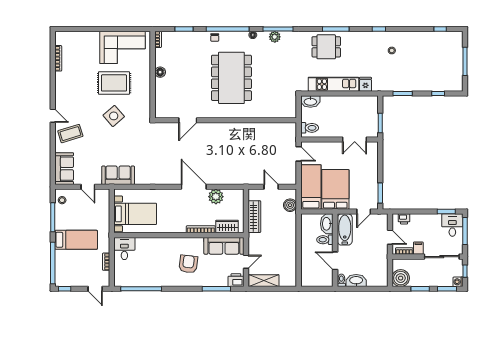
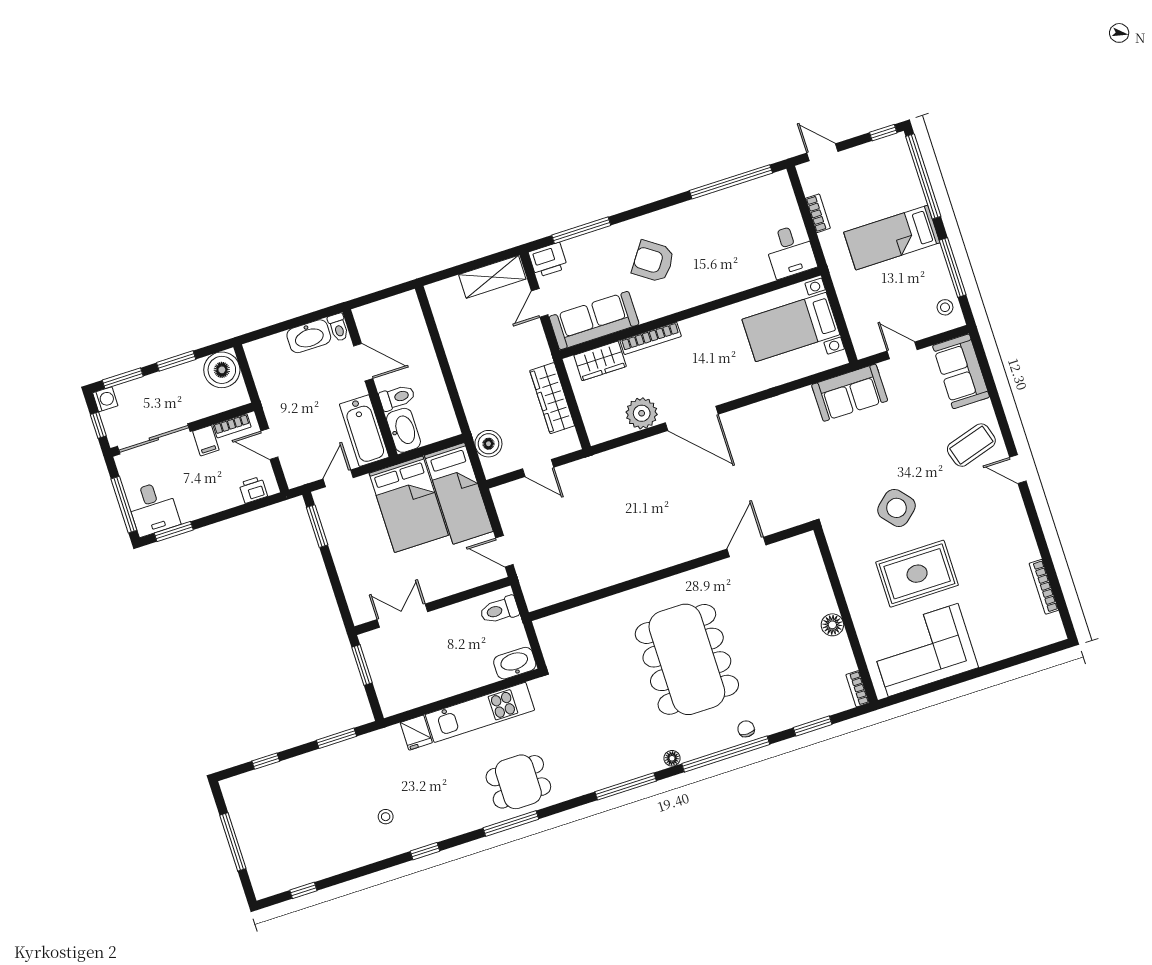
plant: (275, 37) -> (627, 769), removed
armchair: (188, 264) -> (653, 261), turned 118

